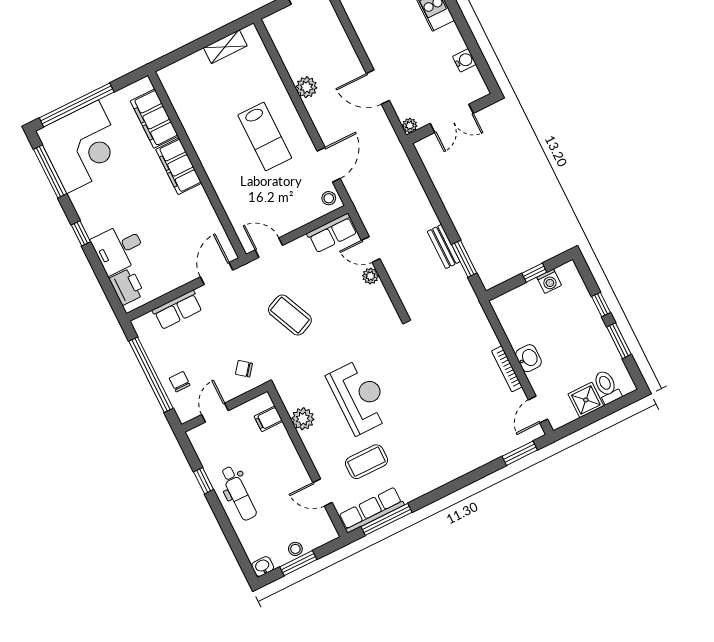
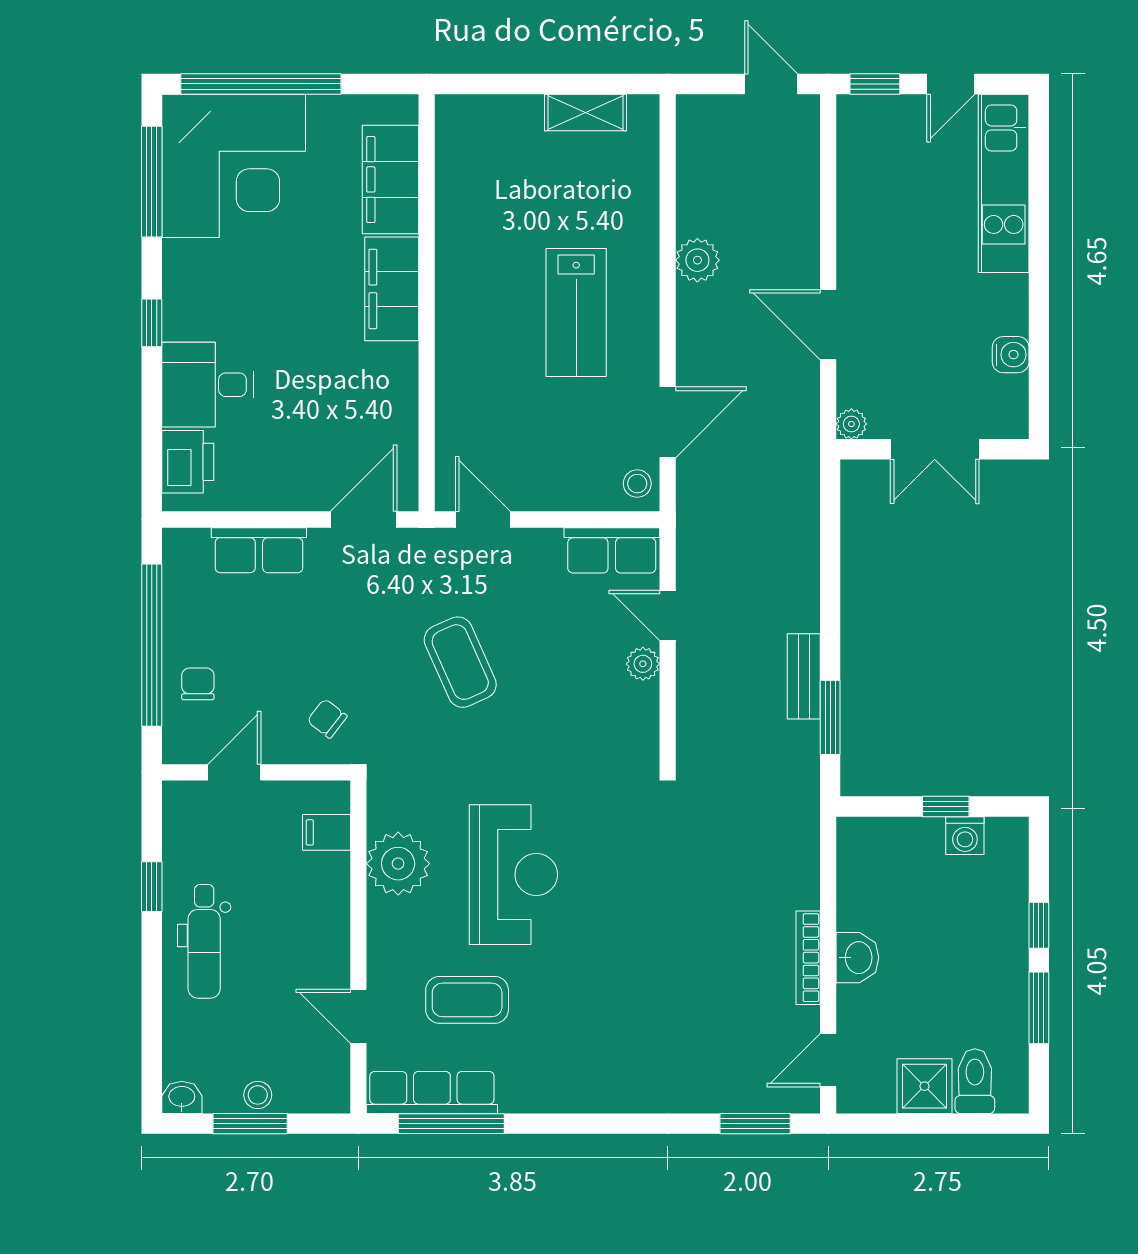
plant: (303, 419) -> (398, 864), width x1.36, depth x1.36

